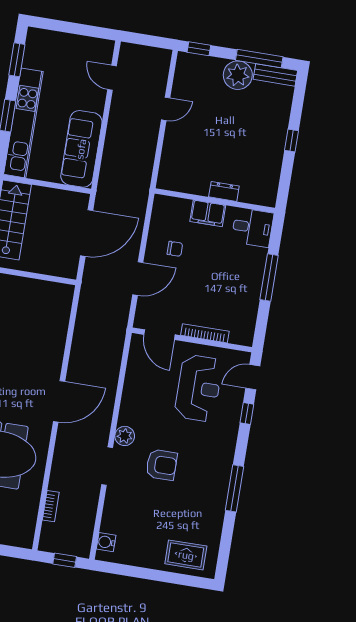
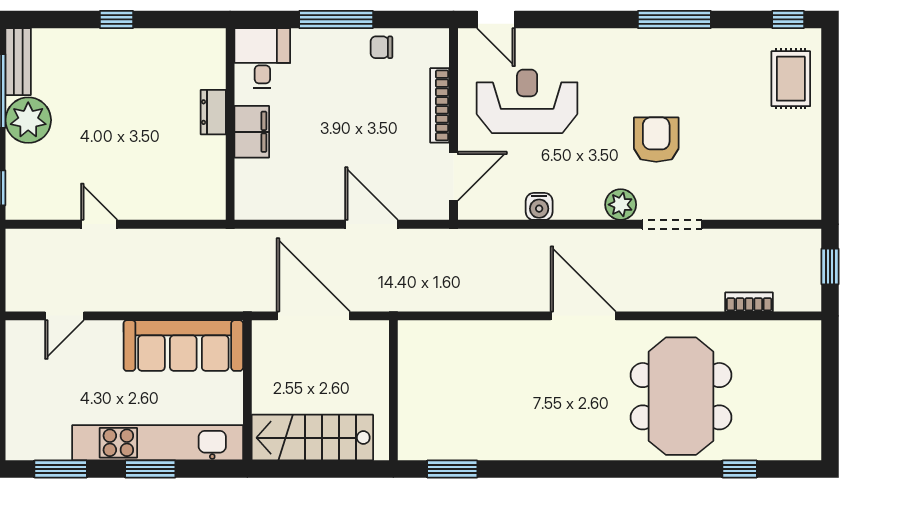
chair: (175, 249) -> (381, 47), moved, turned -90
window: (247, 414) -> (788, 19), moved
water cooler: (106, 542) -> (539, 206), moved

